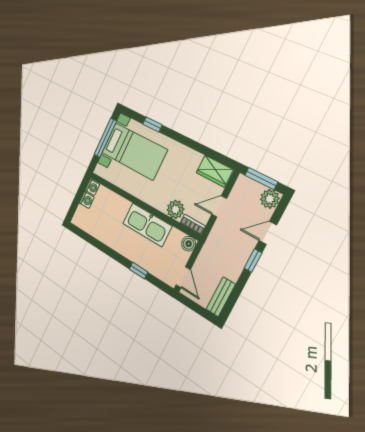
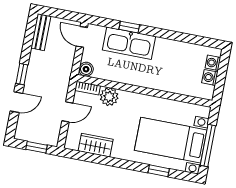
wardrobe: (215, 171) -> (96, 145), moved
window: (261, 179) -> (37, 147), width x0.67
washing machine: (92, 187) -> (213, 63), moved
plant: (270, 199) -> (24, 132), removed
kitchen sink: (147, 225) -> (129, 43), moved, turned 180

